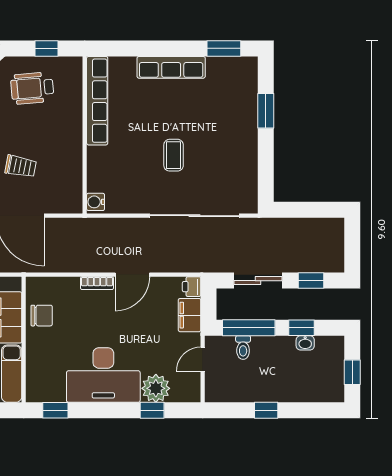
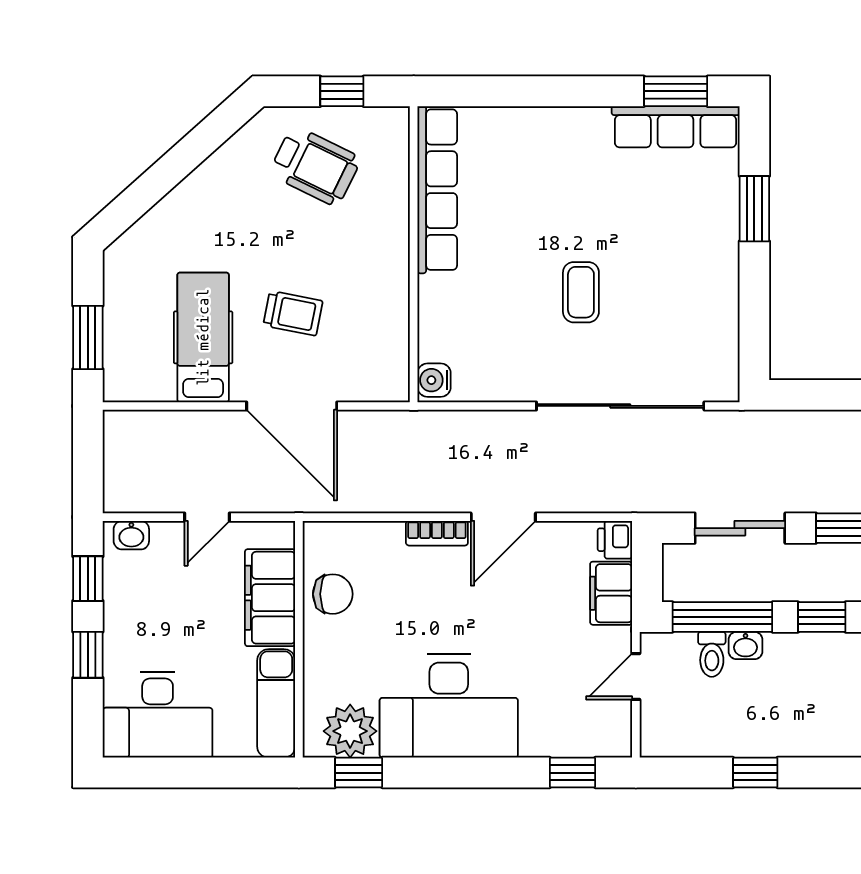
row of seats: (171, 67) -> (676, 127), moved
wheelchair: (32, 88) -> (315, 166), turned -149
washbasin: (305, 343) -> (746, 646), moved
plant: (156, 388) -> (350, 731), moved
window: (152, 410) -> (573, 773), moved

